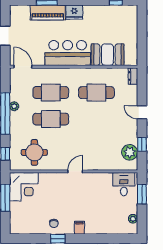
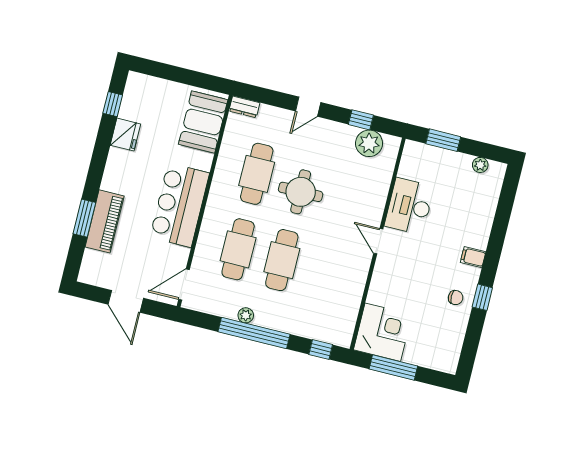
fridge: (74, 12) -> (125, 135), moved
booth: (107, 55) -> (203, 122), moved
round table: (34, 152) -> (301, 192), moved
desk: (124, 184) -> (409, 206), moved, width x1.37

